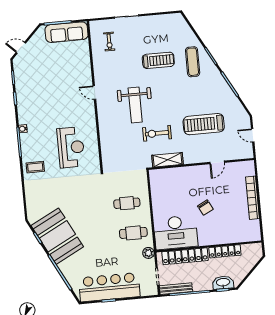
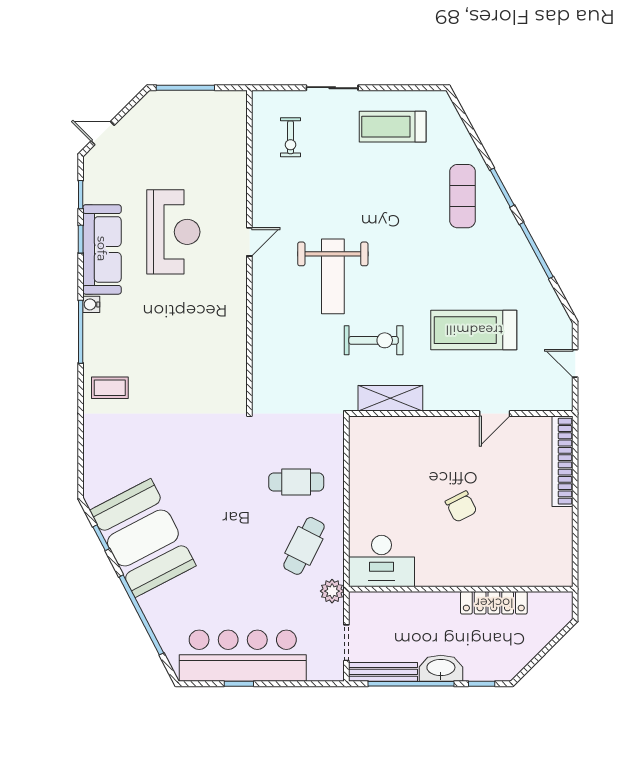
sofa: (66, 32) -> (102, 249), moved, turned -90
treadmill: (158, 60) -> (393, 127), moved, turned 180
door: (94, 92) -> (249, 242), swing flipped
exercise bike: (157, 133) -> (374, 340), turned 180
reception desk: (71, 147) -> (173, 232), moved
bookcase: (253, 198) -> (562, 461), moved
desk: (176, 232) -> (382, 561), width x0.73, depth x0.77
cafe table: (133, 233) -> (304, 546), turned -63
locker: (185, 256) -> (409, 605), removed
washbasin: (223, 283) -> (441, 668), moved

